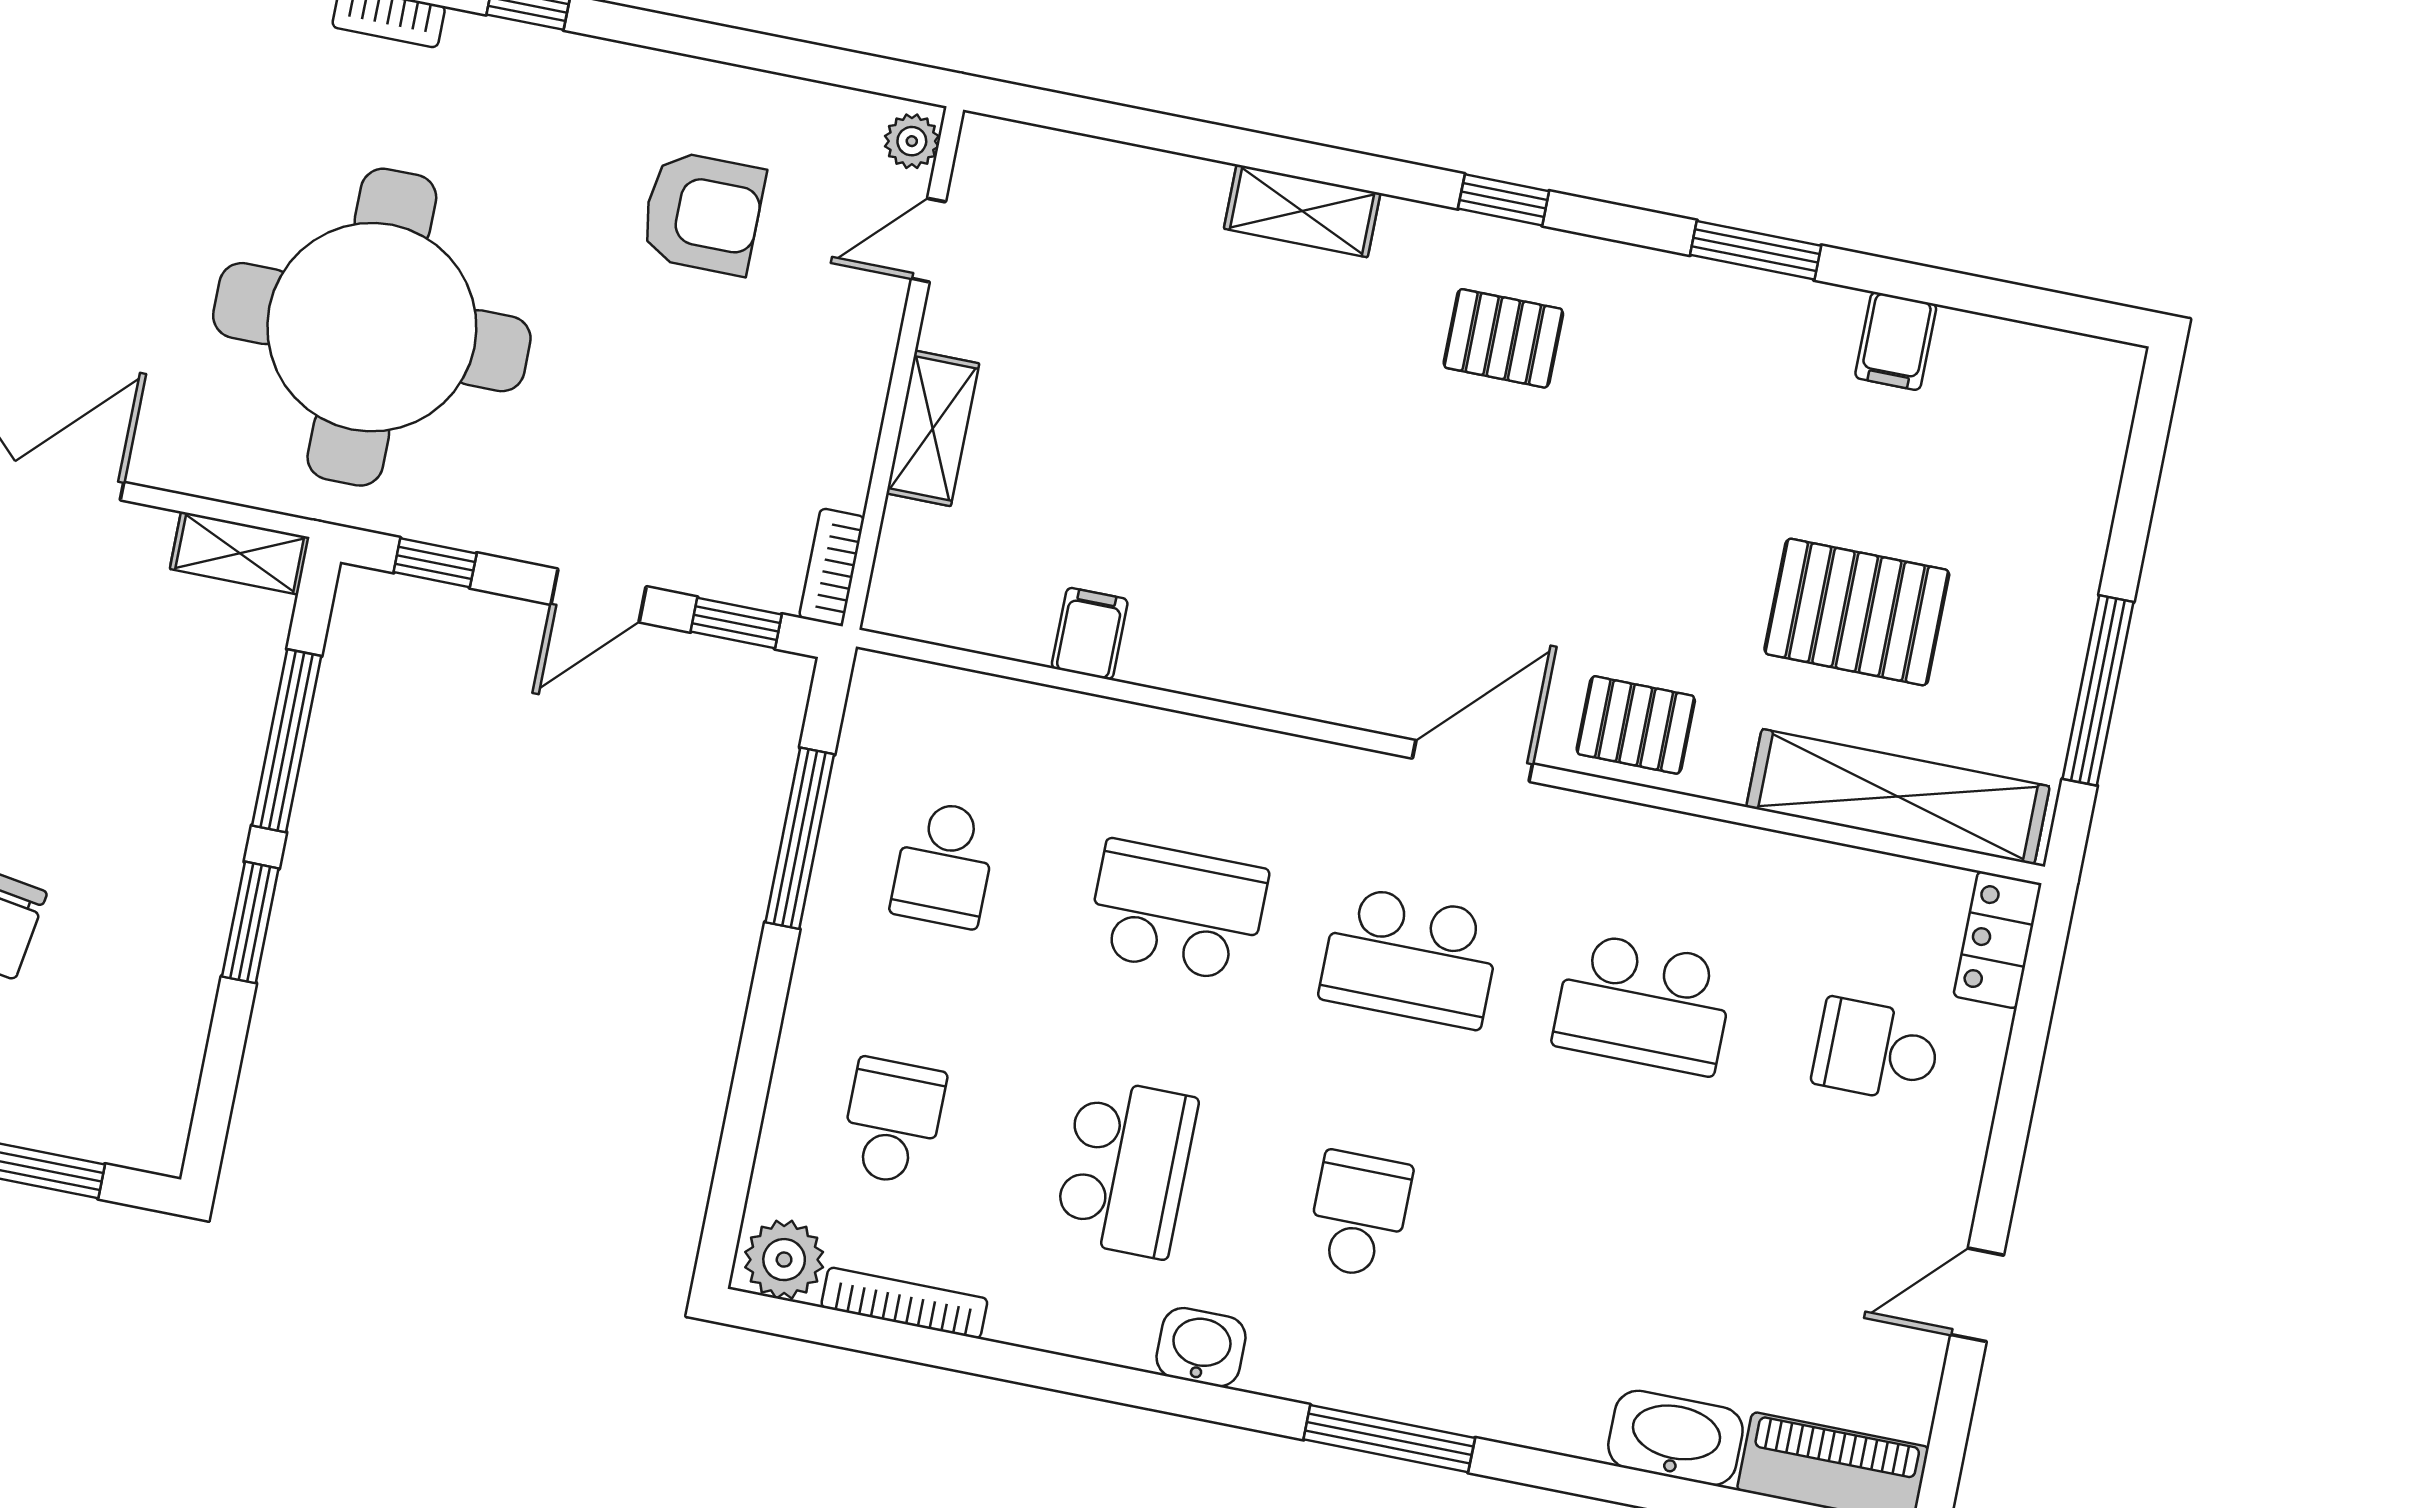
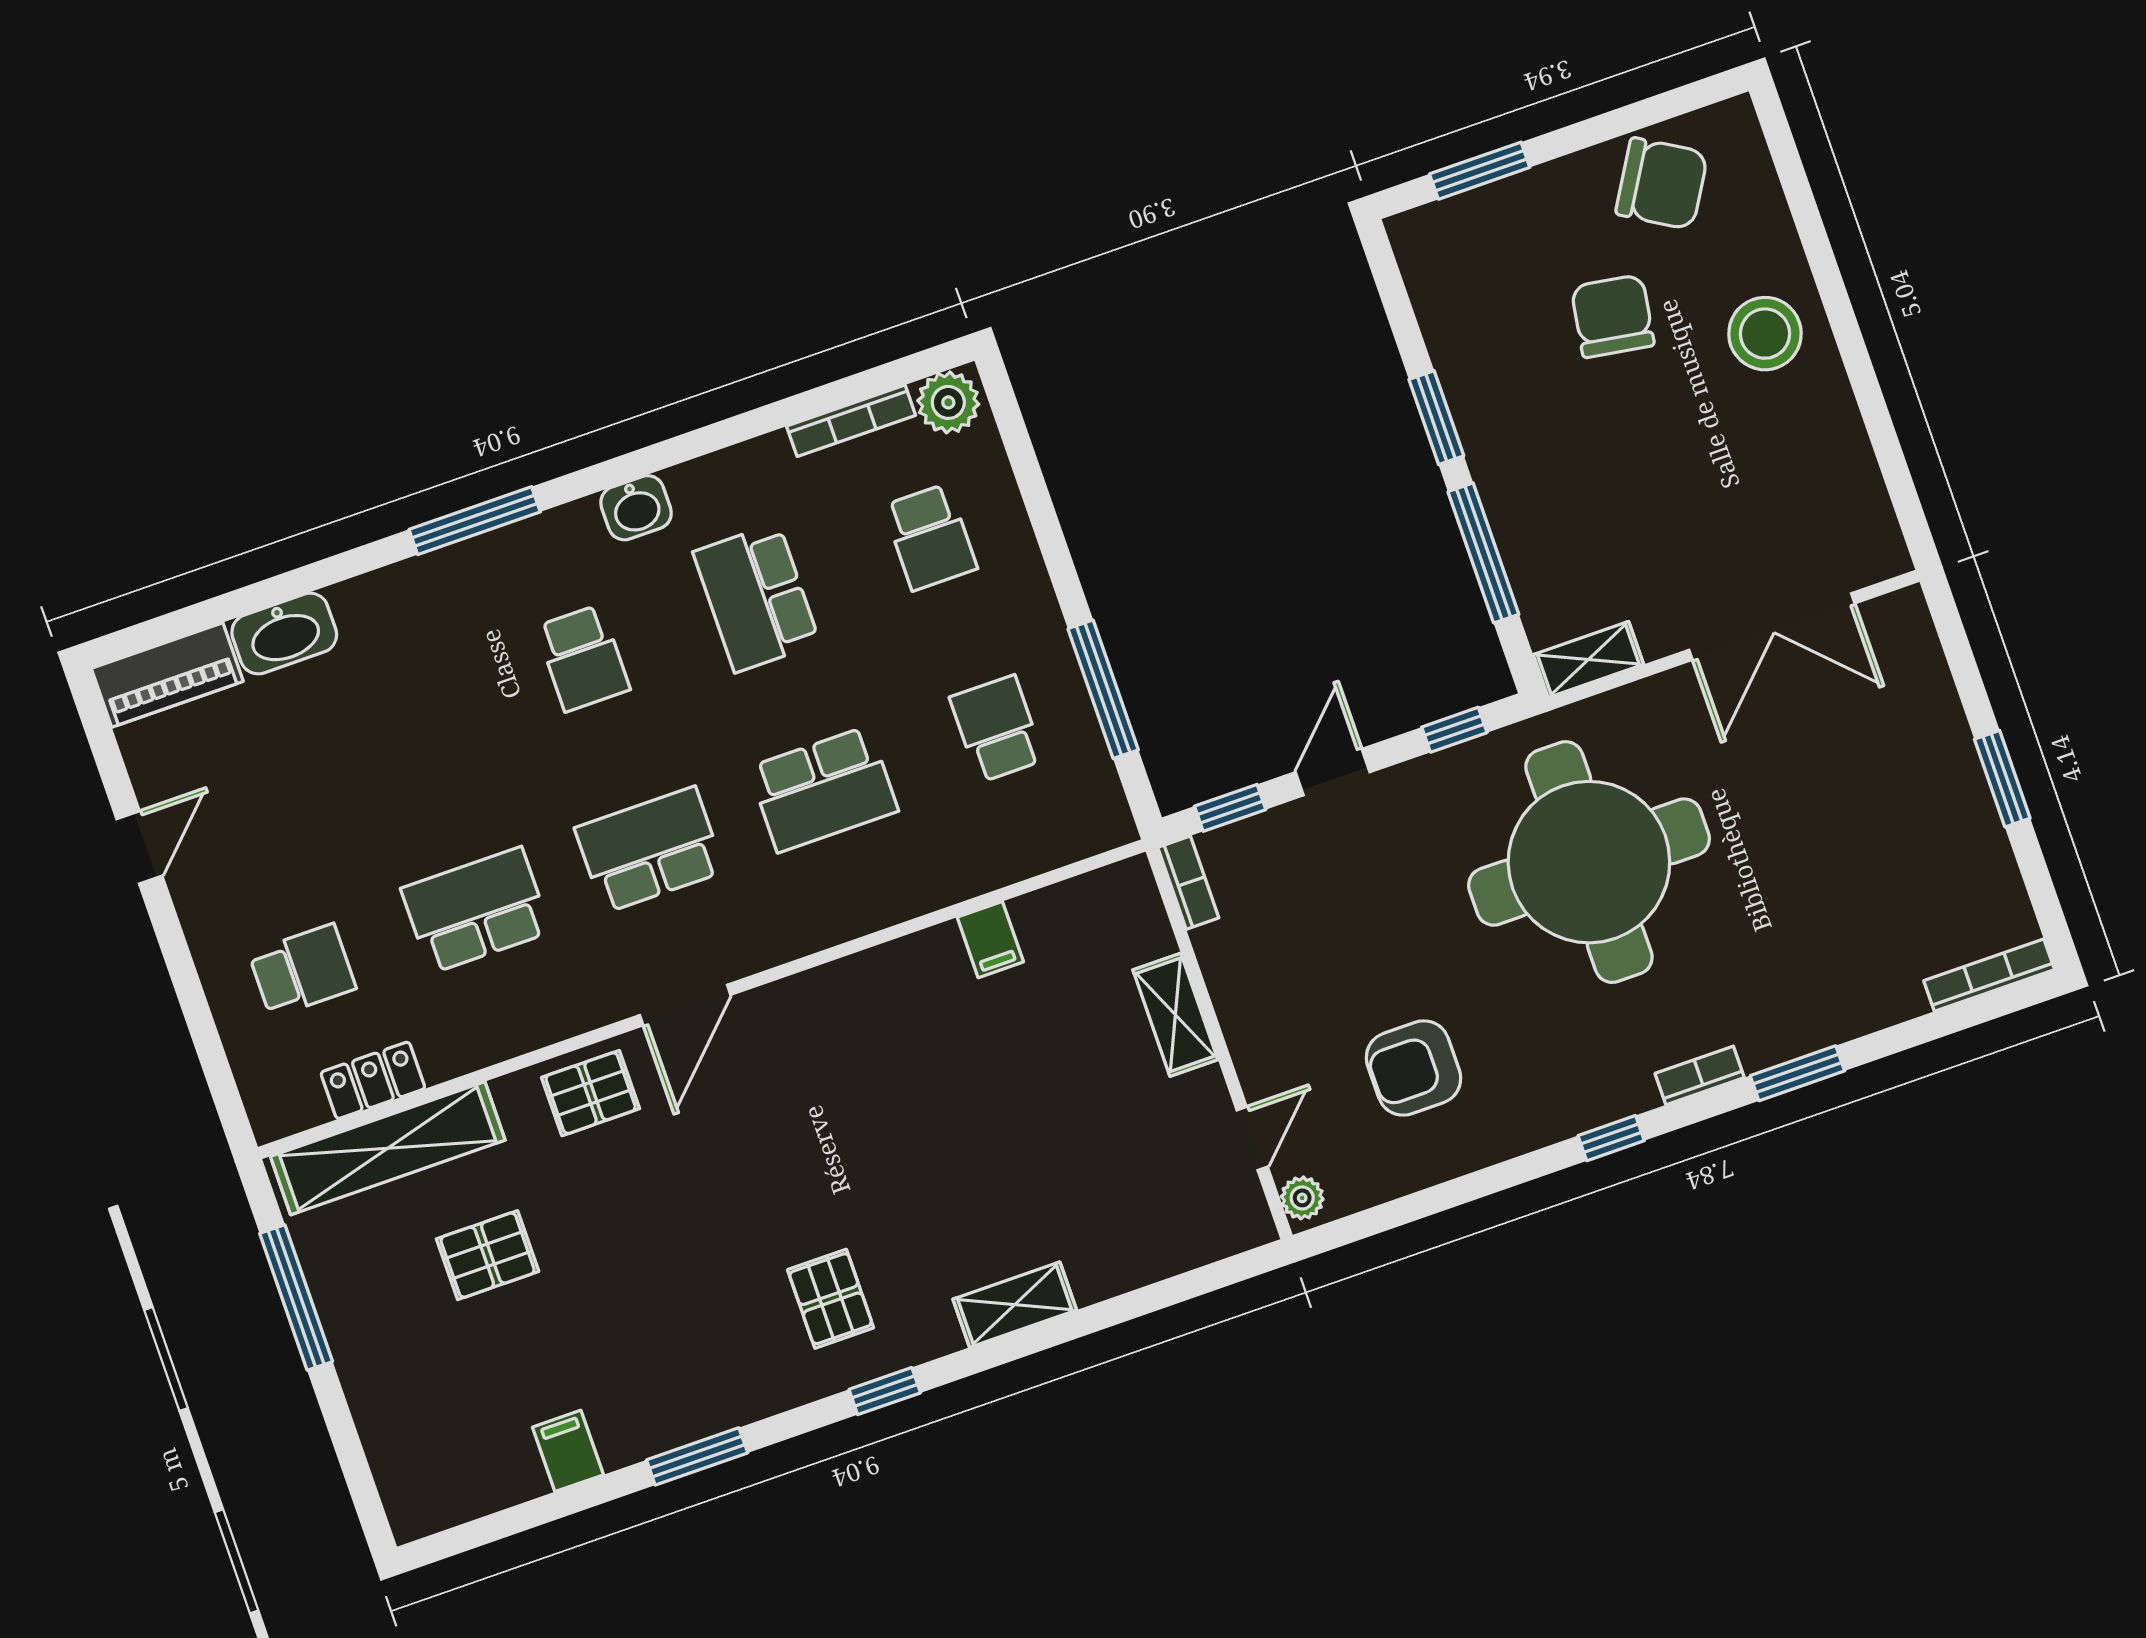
pallet: (1503, 338) -> (831, 1299), turned 90
pallet: (1857, 612) -> (488, 1255), width x0.67, depth x0.71
locker: (1997, 940) -> (373, 1080), moved, turned -90

